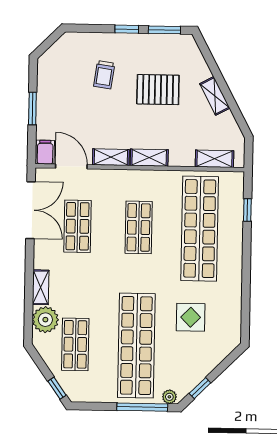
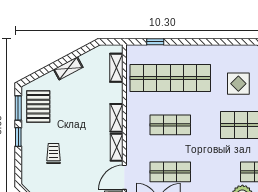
trolley: (104, 75) -> (54, 154), turned -98
pallet: (158, 90) -> (38, 107), moved

